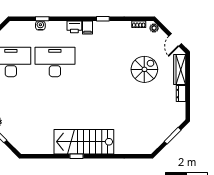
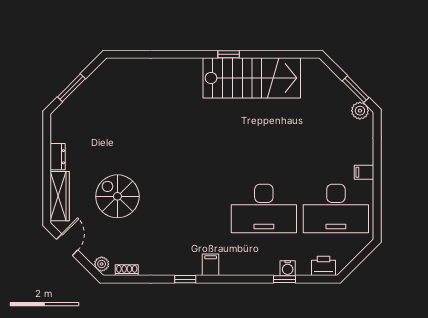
printer: (74, 27) -> (323, 266), moved
spiral stairs: (144, 69) -> (117, 196), turned 90
stairs: (84, 142) -> (252, 78), moved

